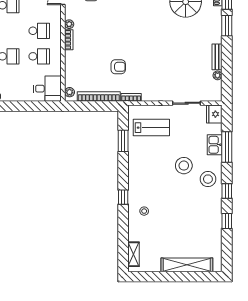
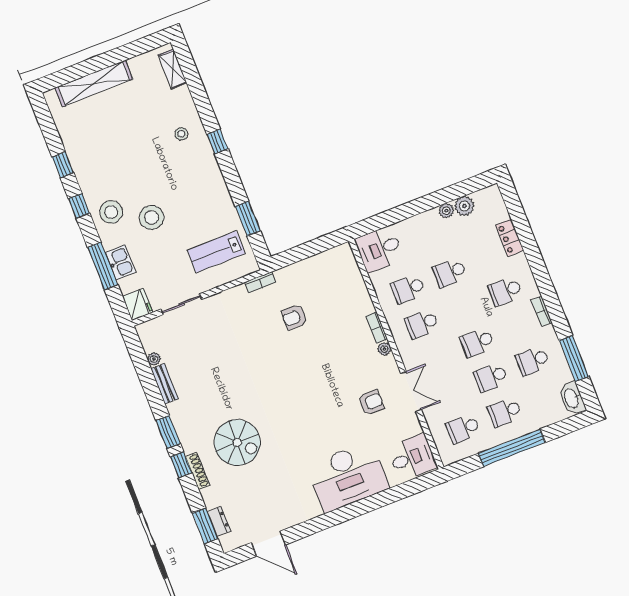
plant: (70, 92) -> (347, 256), removed
bookcase: (99, 97) -> (305, 266), removed

